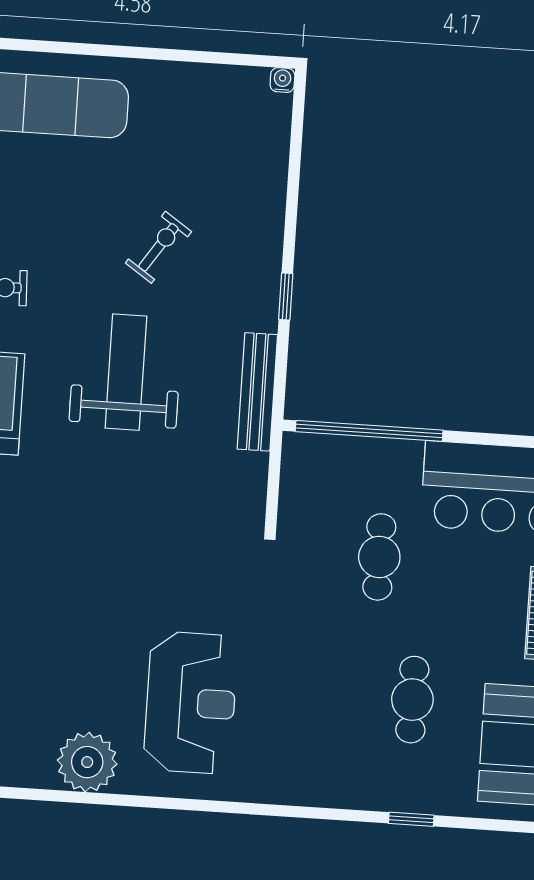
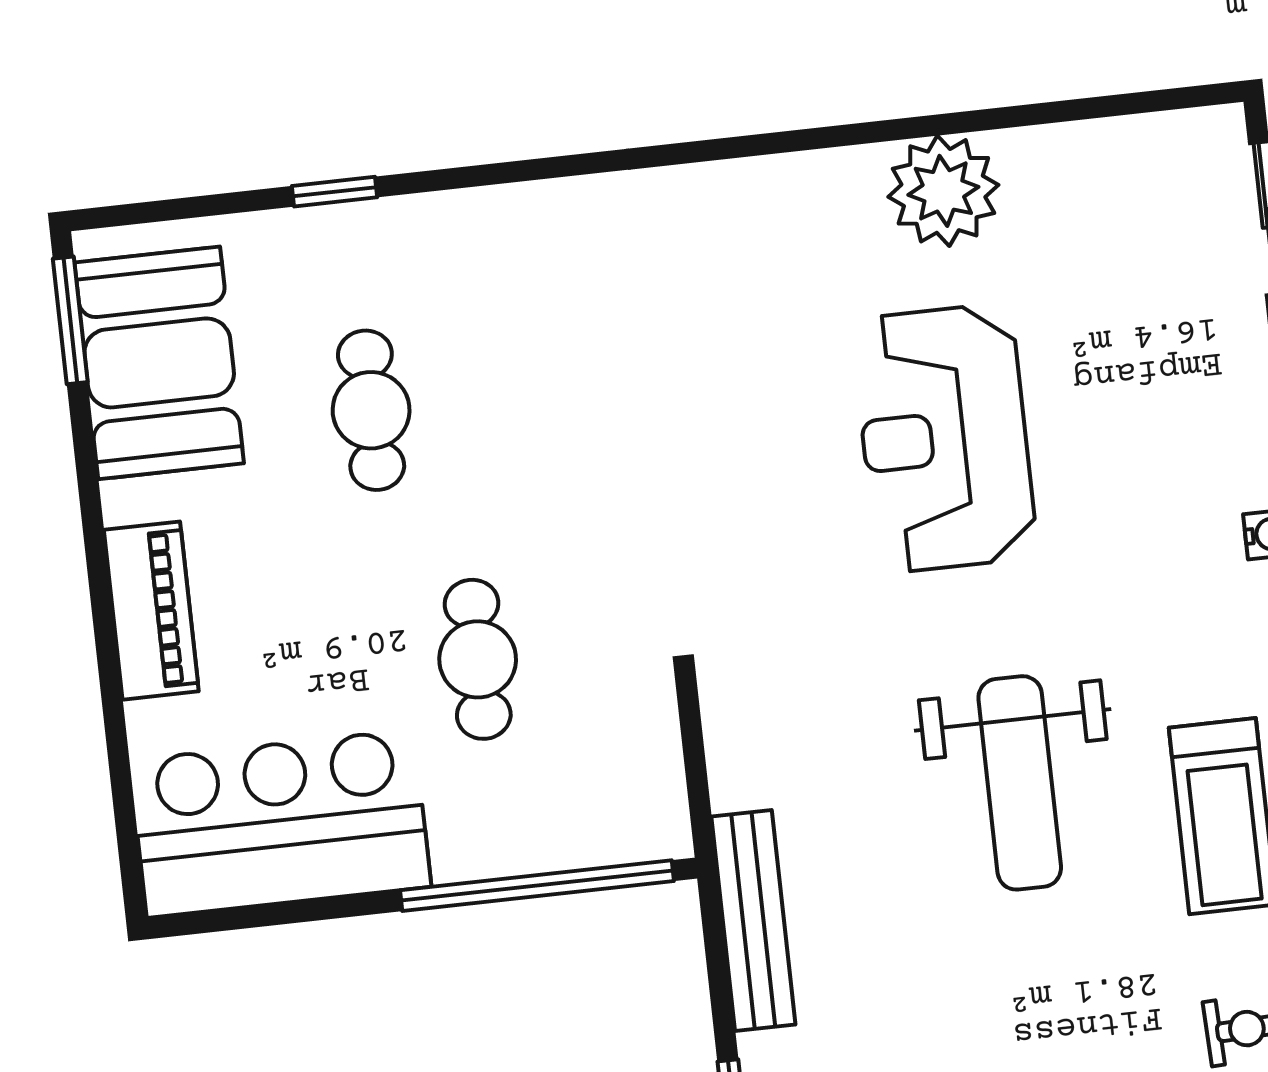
weight bench: (126, 372) -> (1020, 783), moved
reception desk: (191, 703) -> (944, 438), moved

